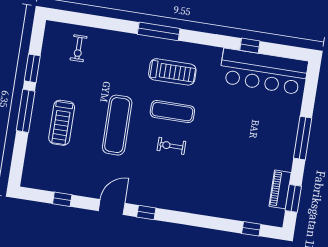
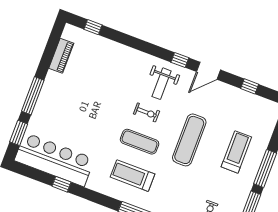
weight bench: (161, 182) -> (162, 84), added
window: (293, 198) -> (19, 133), moved

